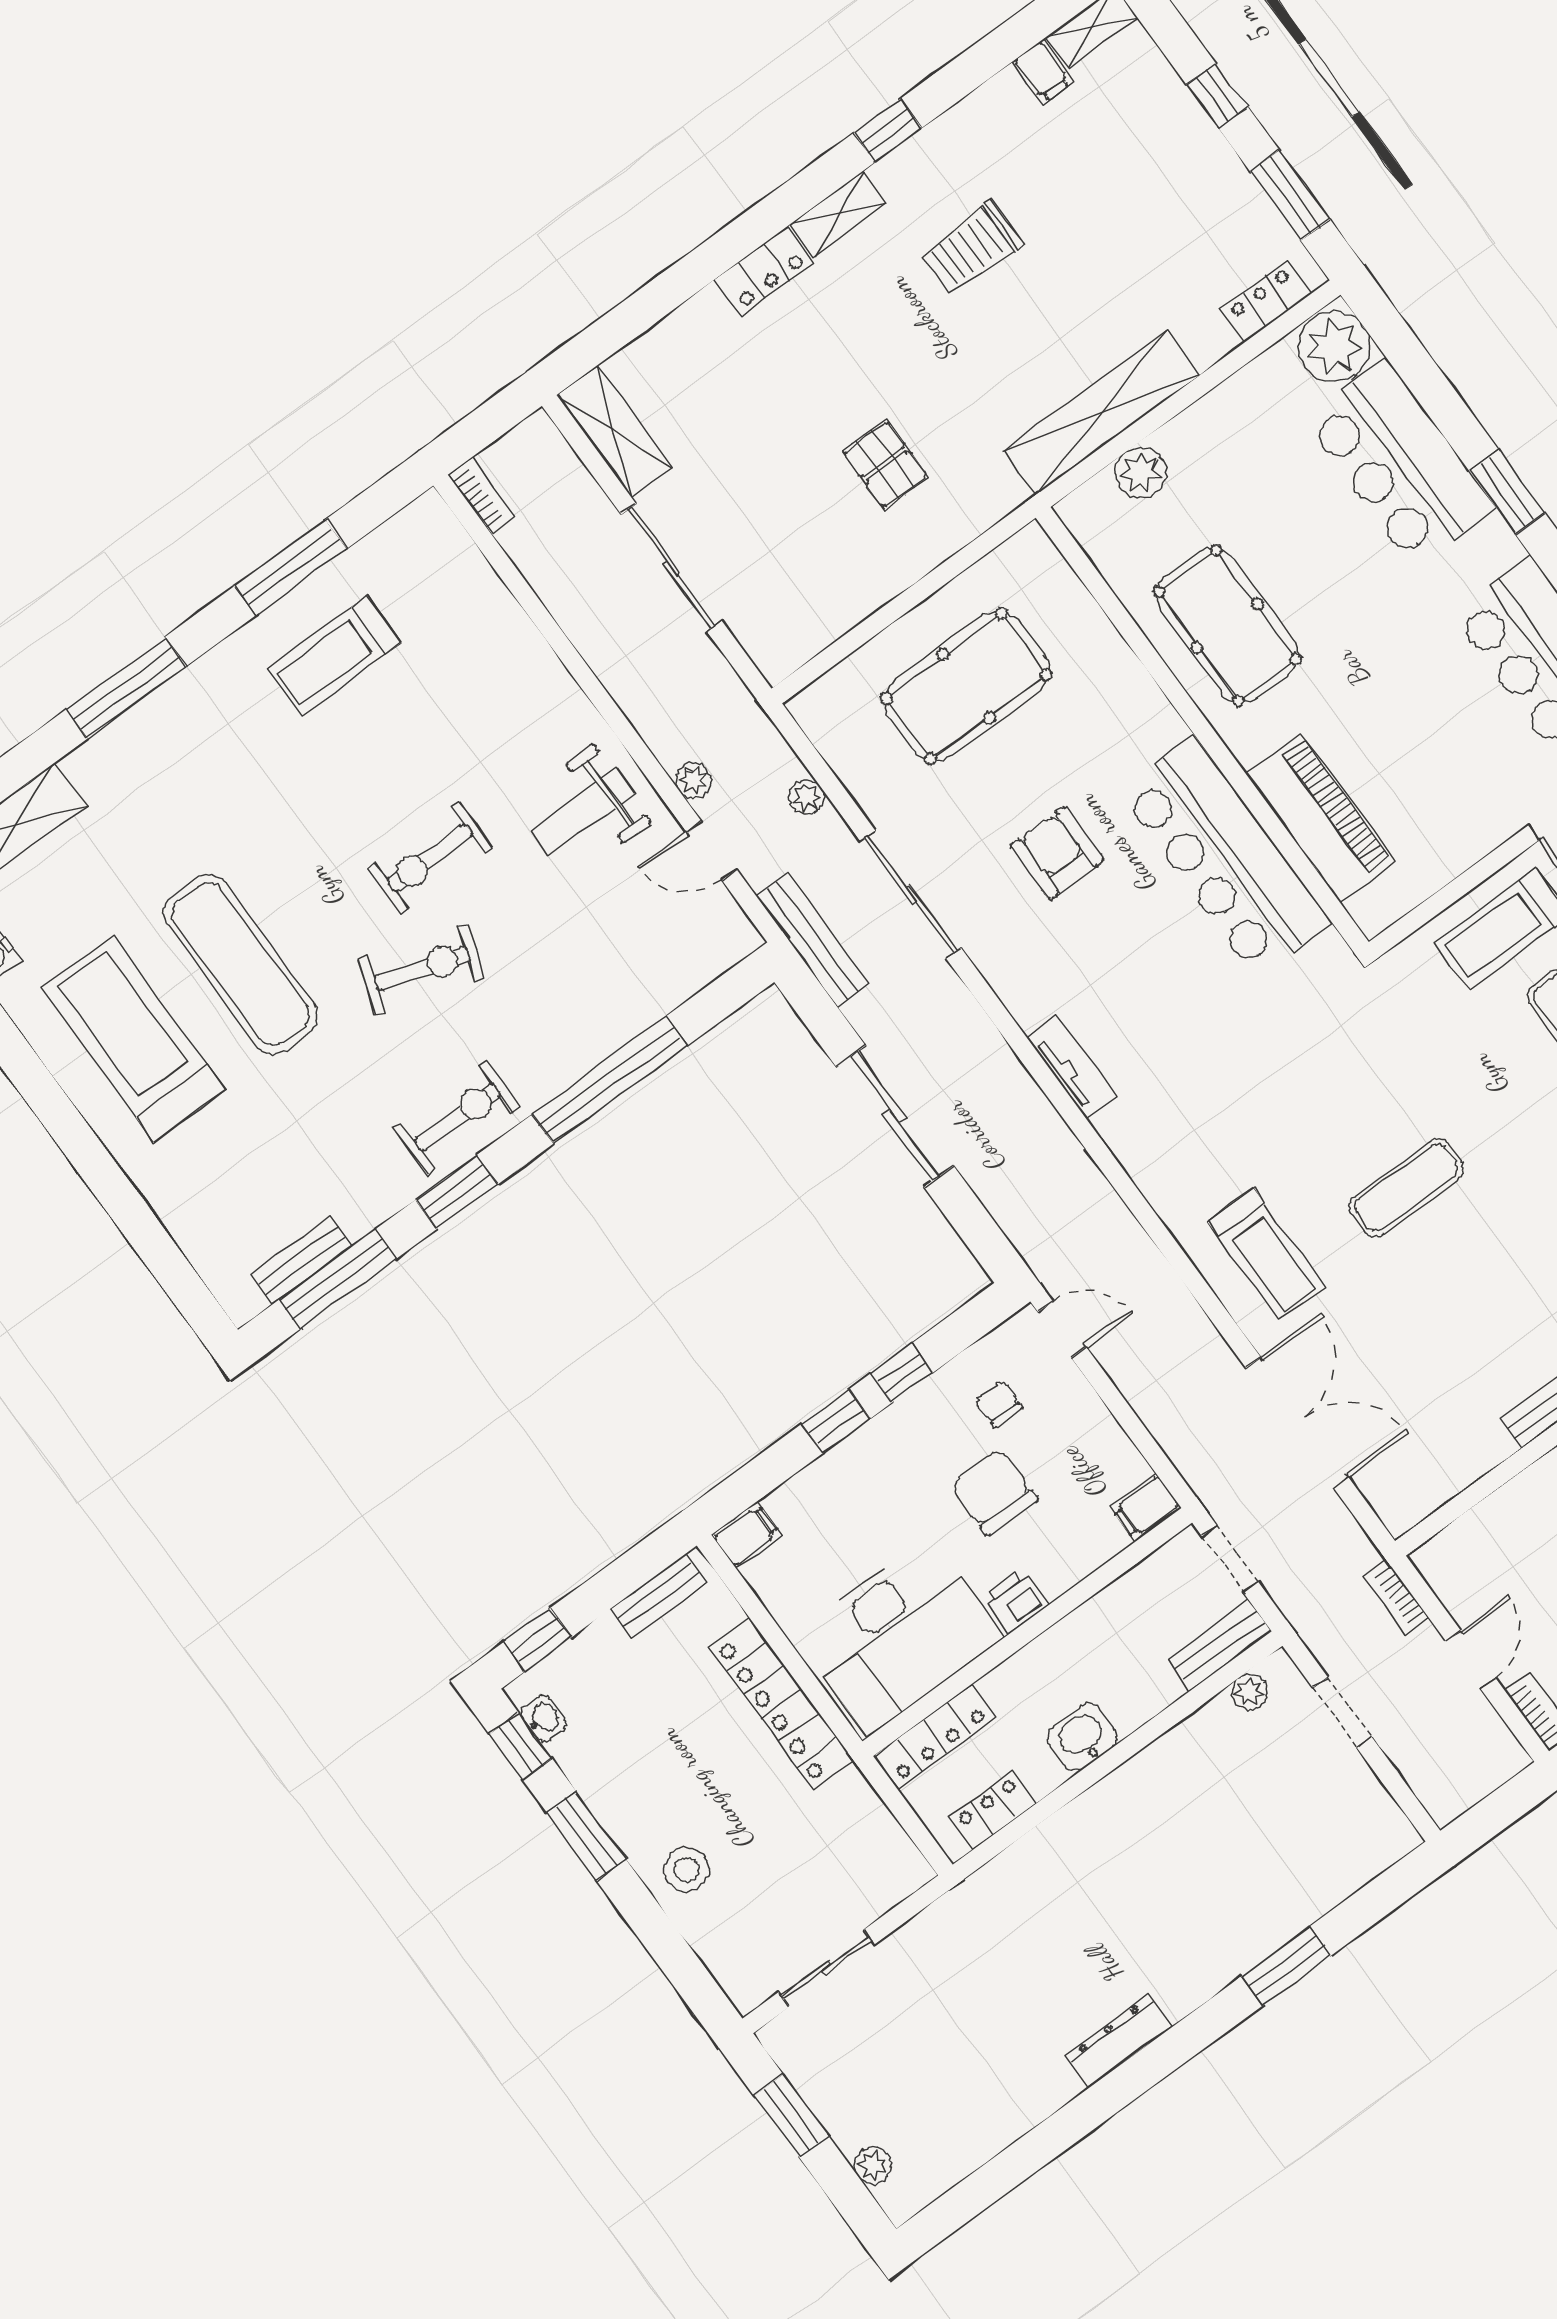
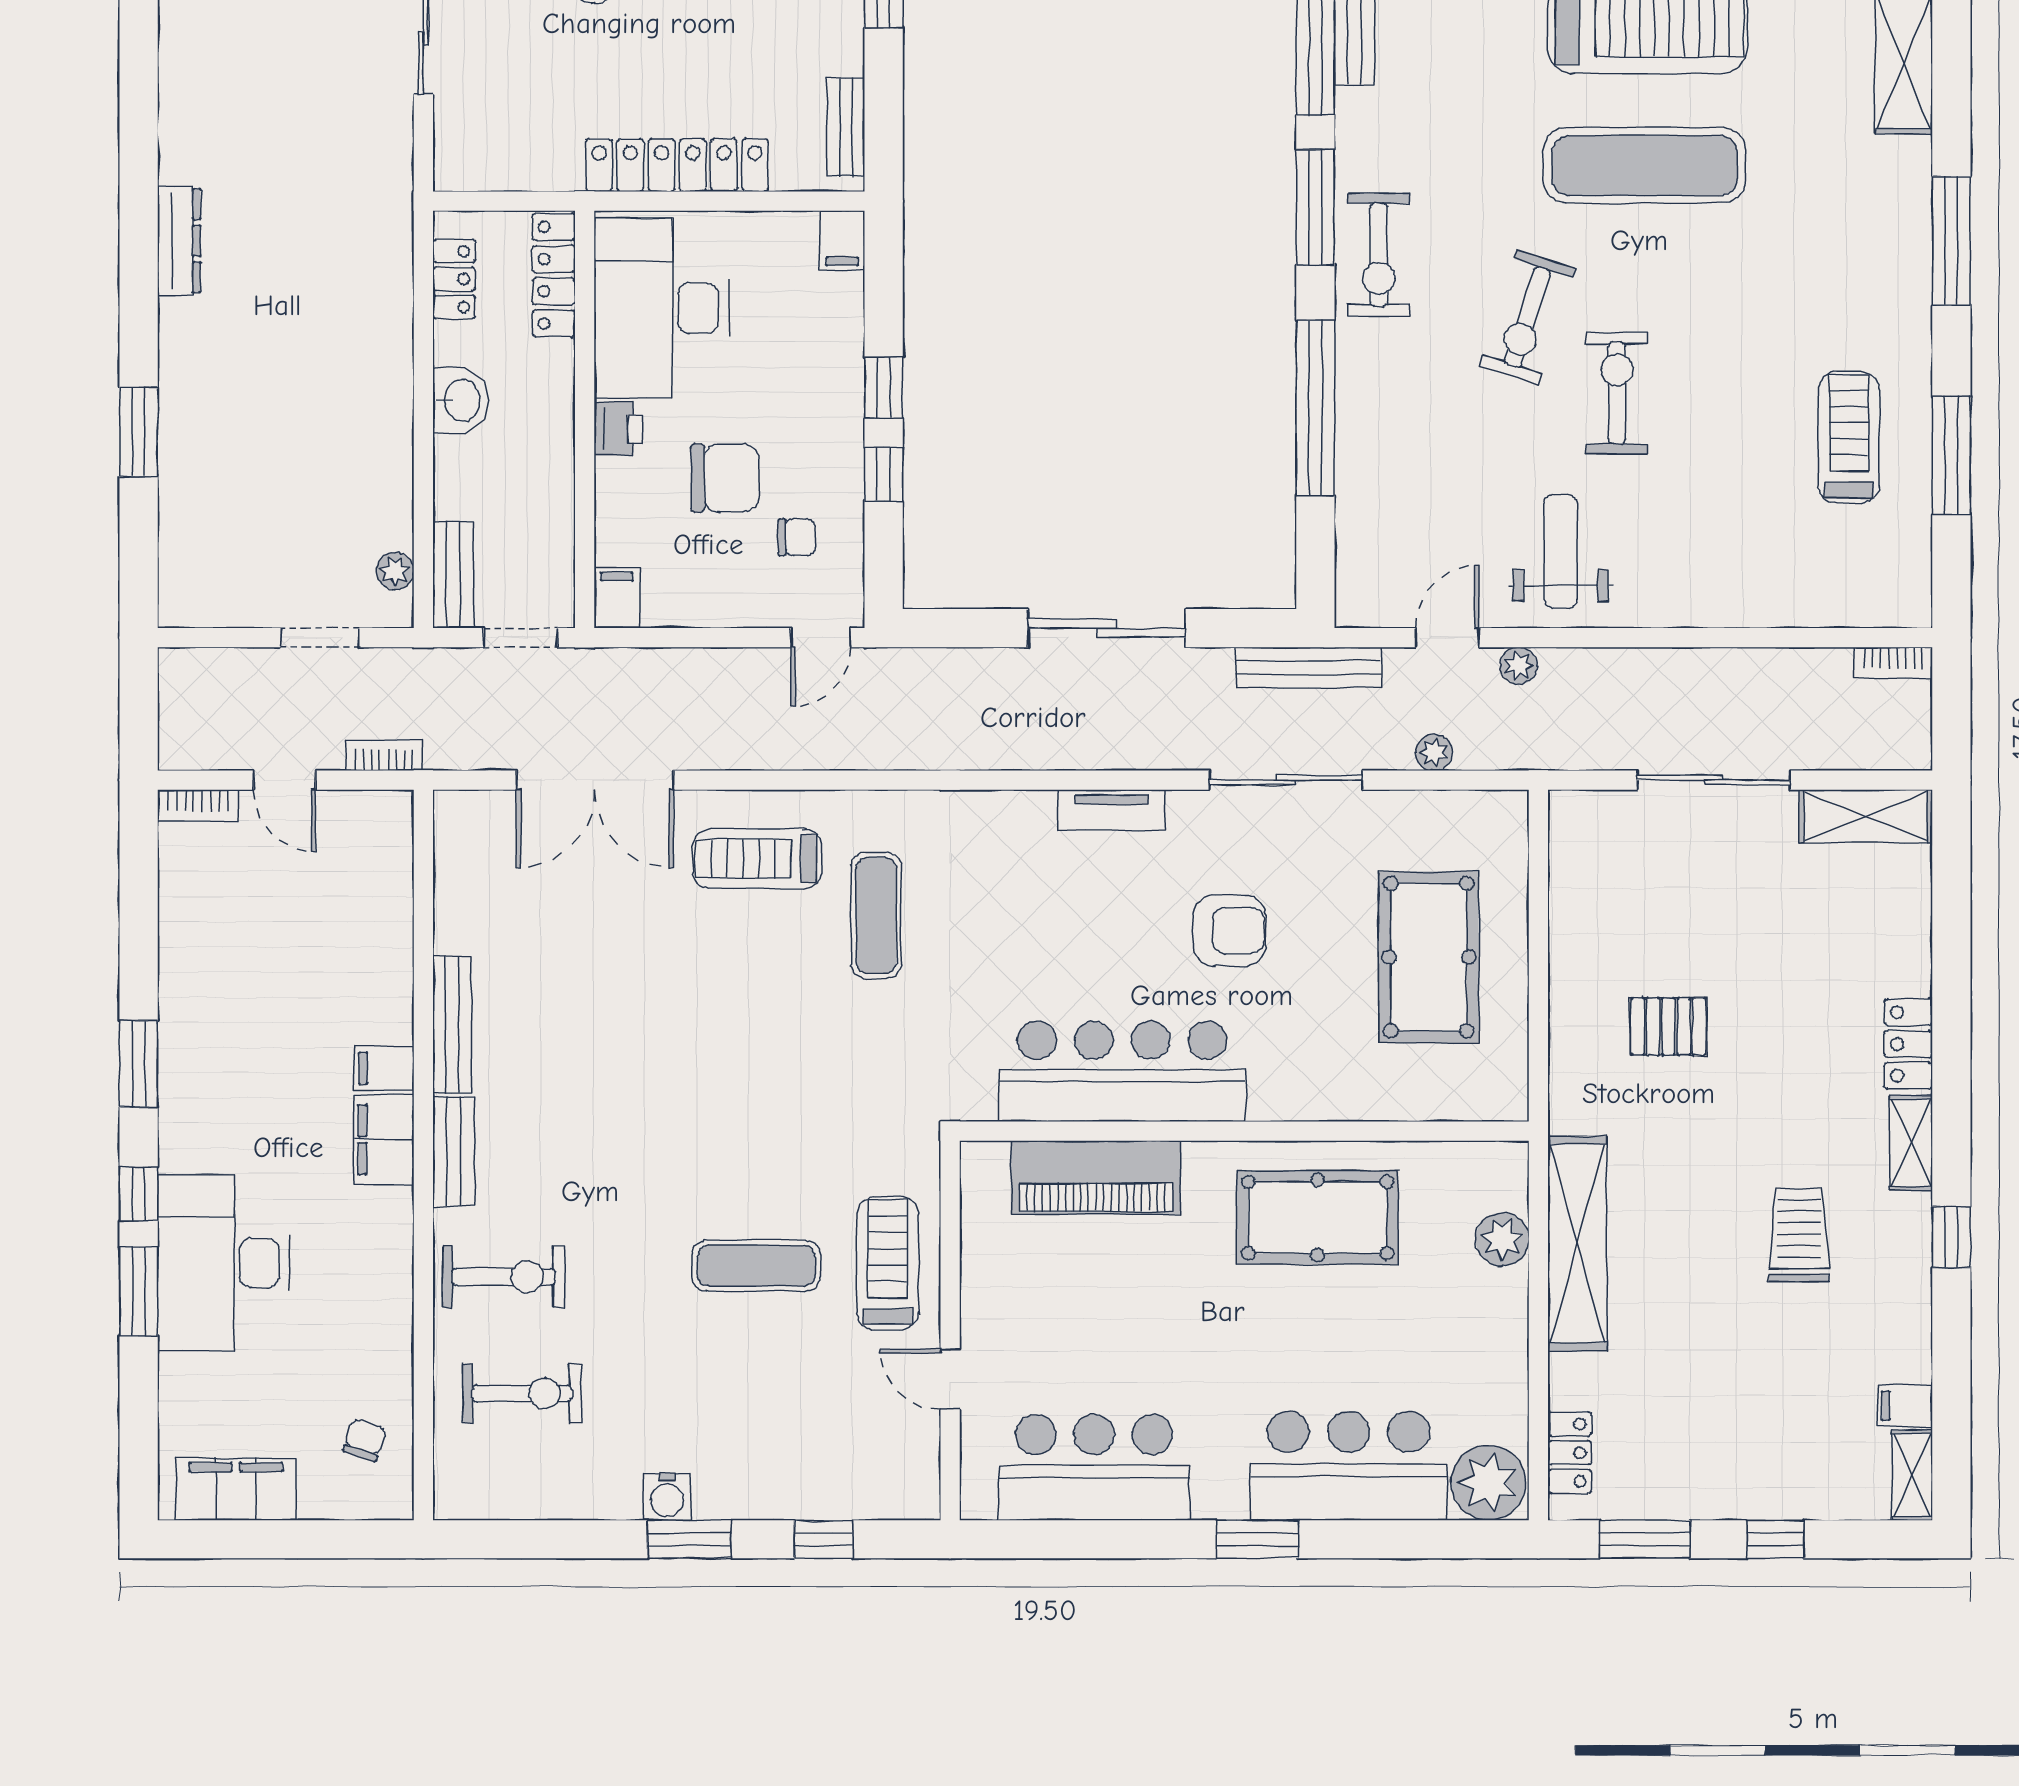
tv unit: (1072, 1067) -> (1112, 810), moved
exercise mat: (1406, 1187) -> (876, 915), moved
window: (457, 1192) -> (1315, 207), width x1.44

